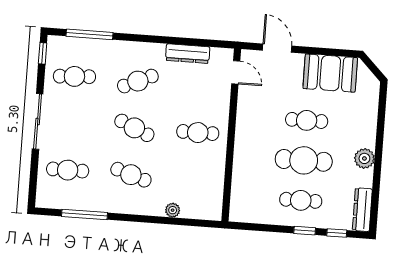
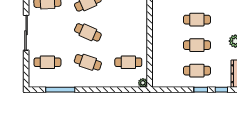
cafe table: (198, 133) -> (128, 62), moved
cafe table: (304, 160) -> (197, 45), width x0.73, depth x0.74
plant: (173, 210) -> (143, 83), moved

